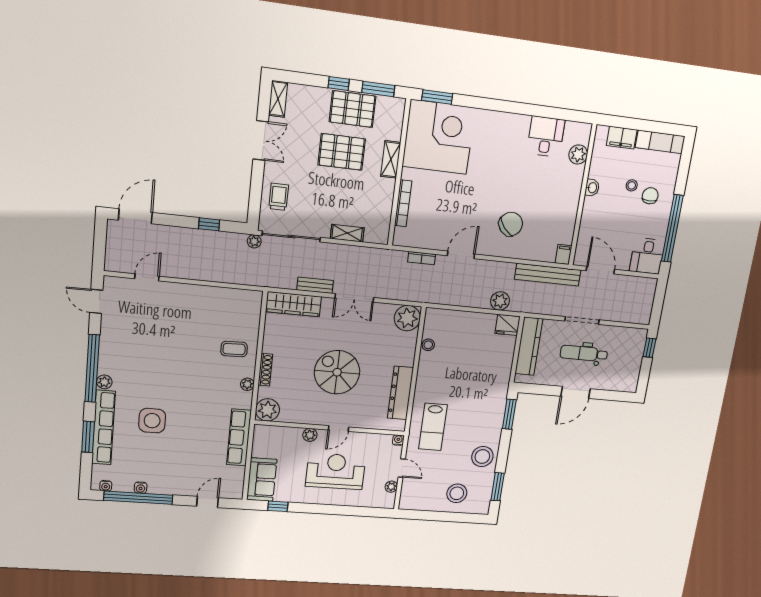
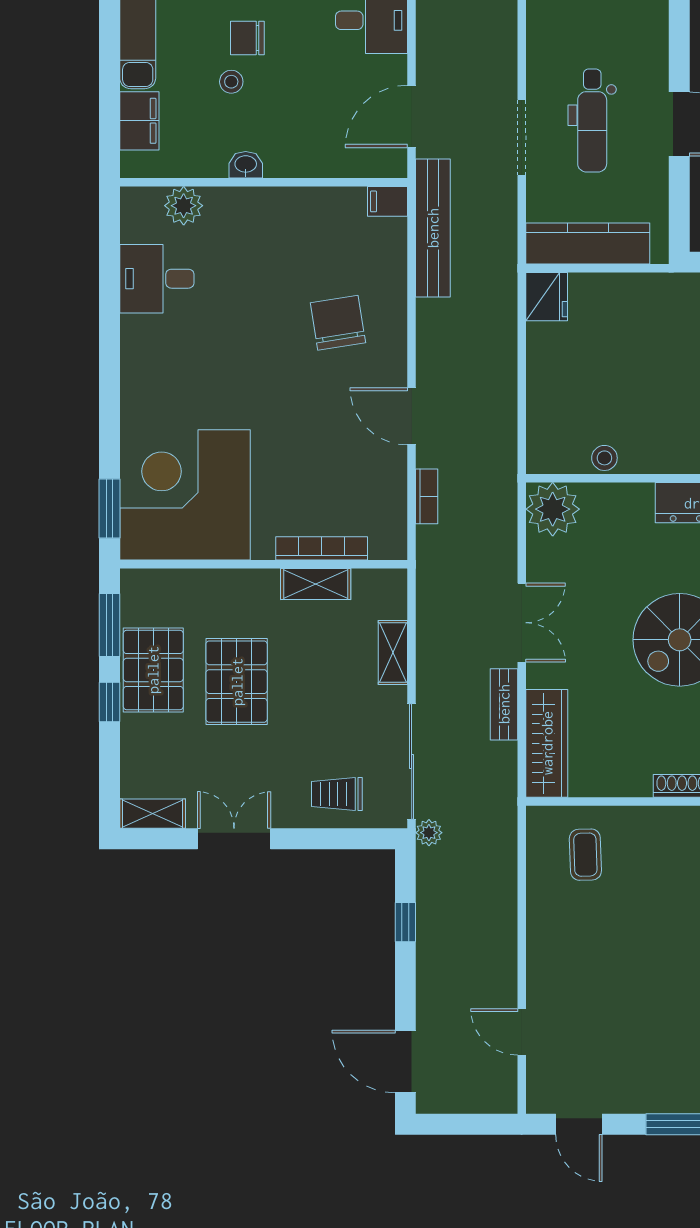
shelving: (391, 159) -> (316, 584), moved
chair: (511, 224) -> (338, 323), turned 32
door: (96, 301) -> (579, 1124), hinge flipped
plant: (500, 301) -> (498, 320), removed
coffee table: (234, 349) -> (585, 855), moved

